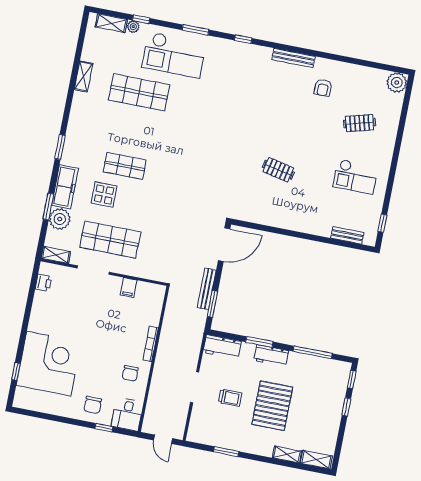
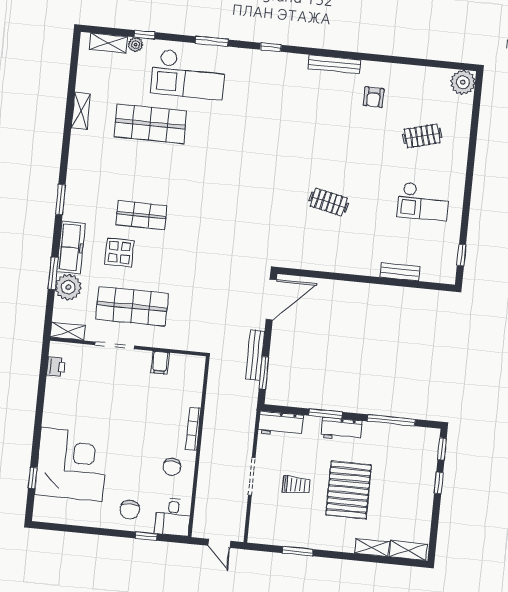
bench: (347, 235) -> (400, 272), moved

